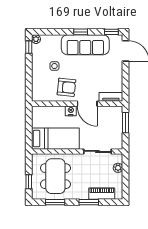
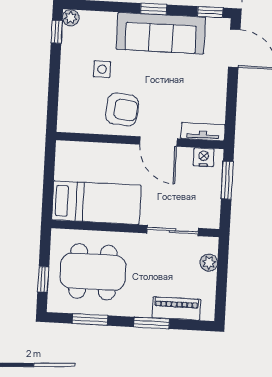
nightstand: (71, 111) -> (204, 157), moved
dining table: (55, 176) -> (93, 272), turned 90

